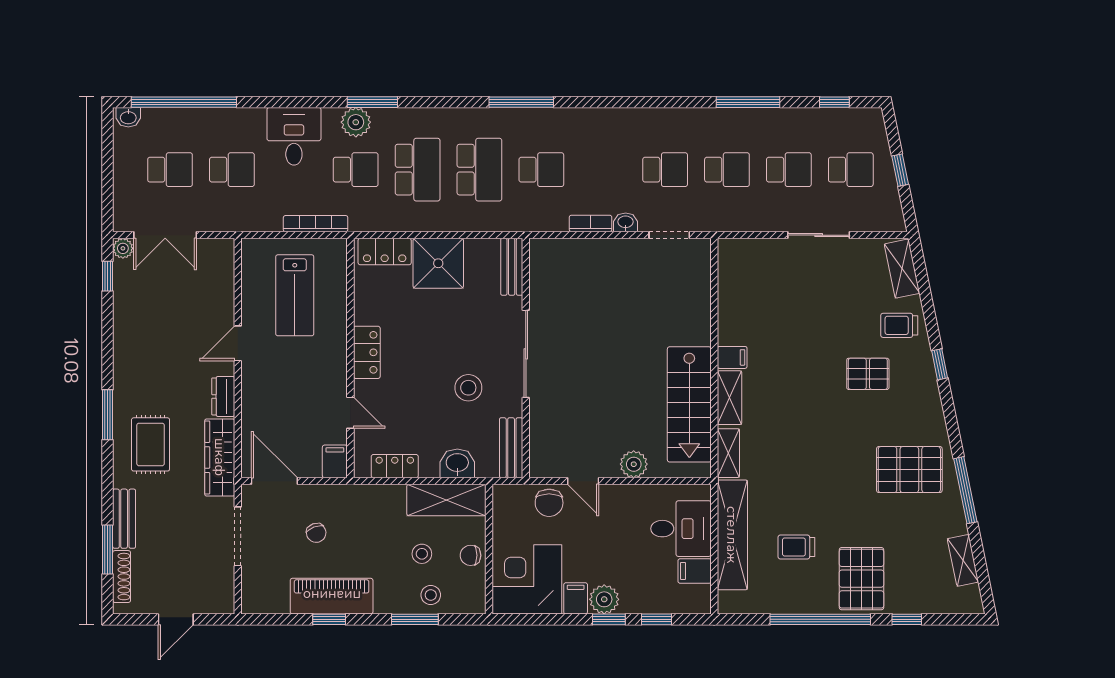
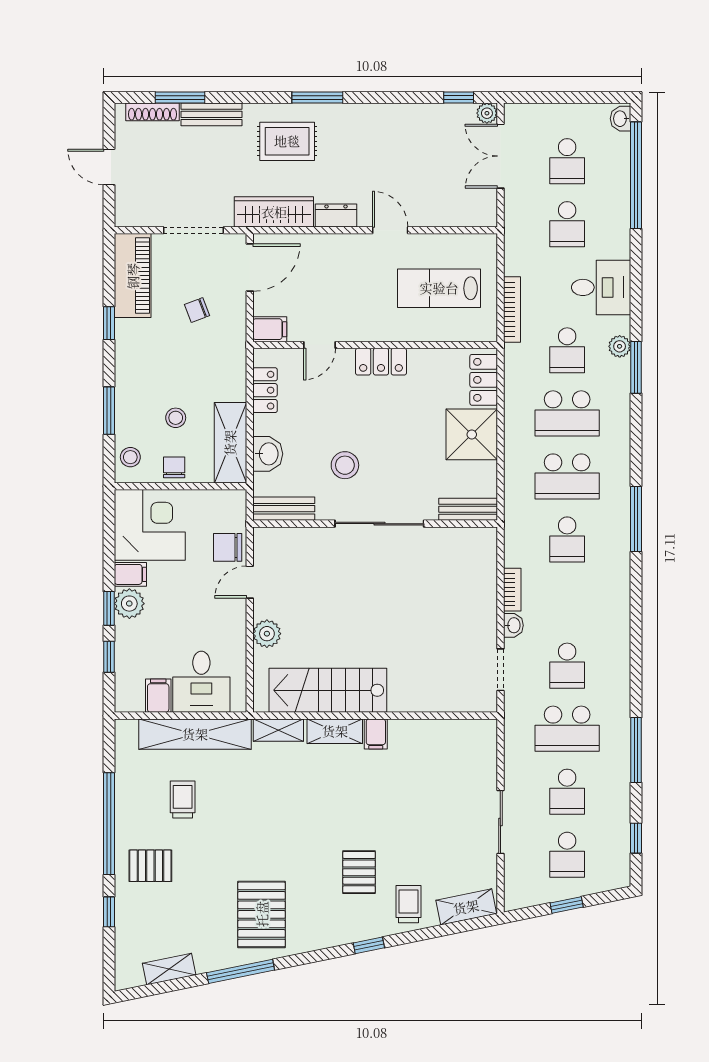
plant: (356, 122) -> (620, 346), width x0.73, depth x0.73
school desk: (727, 170) -> (567, 729), width x1.85
pallet: (861, 579) -> (150, 866), width x0.67, depth x0.71
stool: (431, 595) -> (130, 457), moved
piano: (332, 596) -> (133, 276), moved

